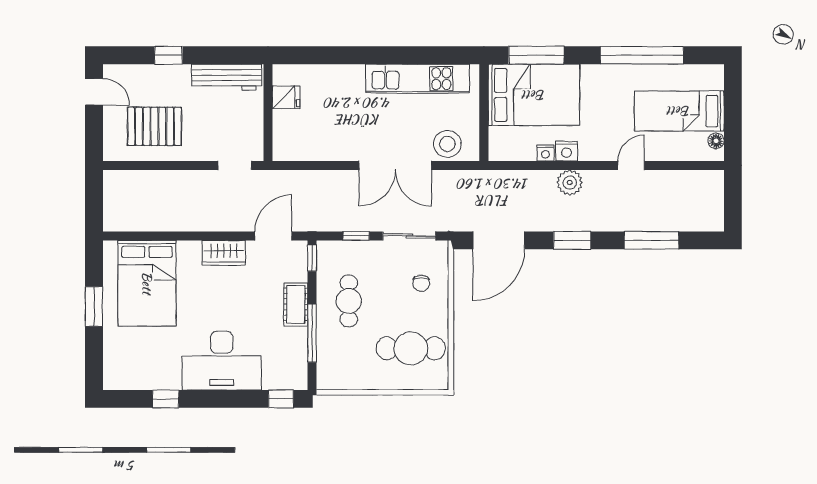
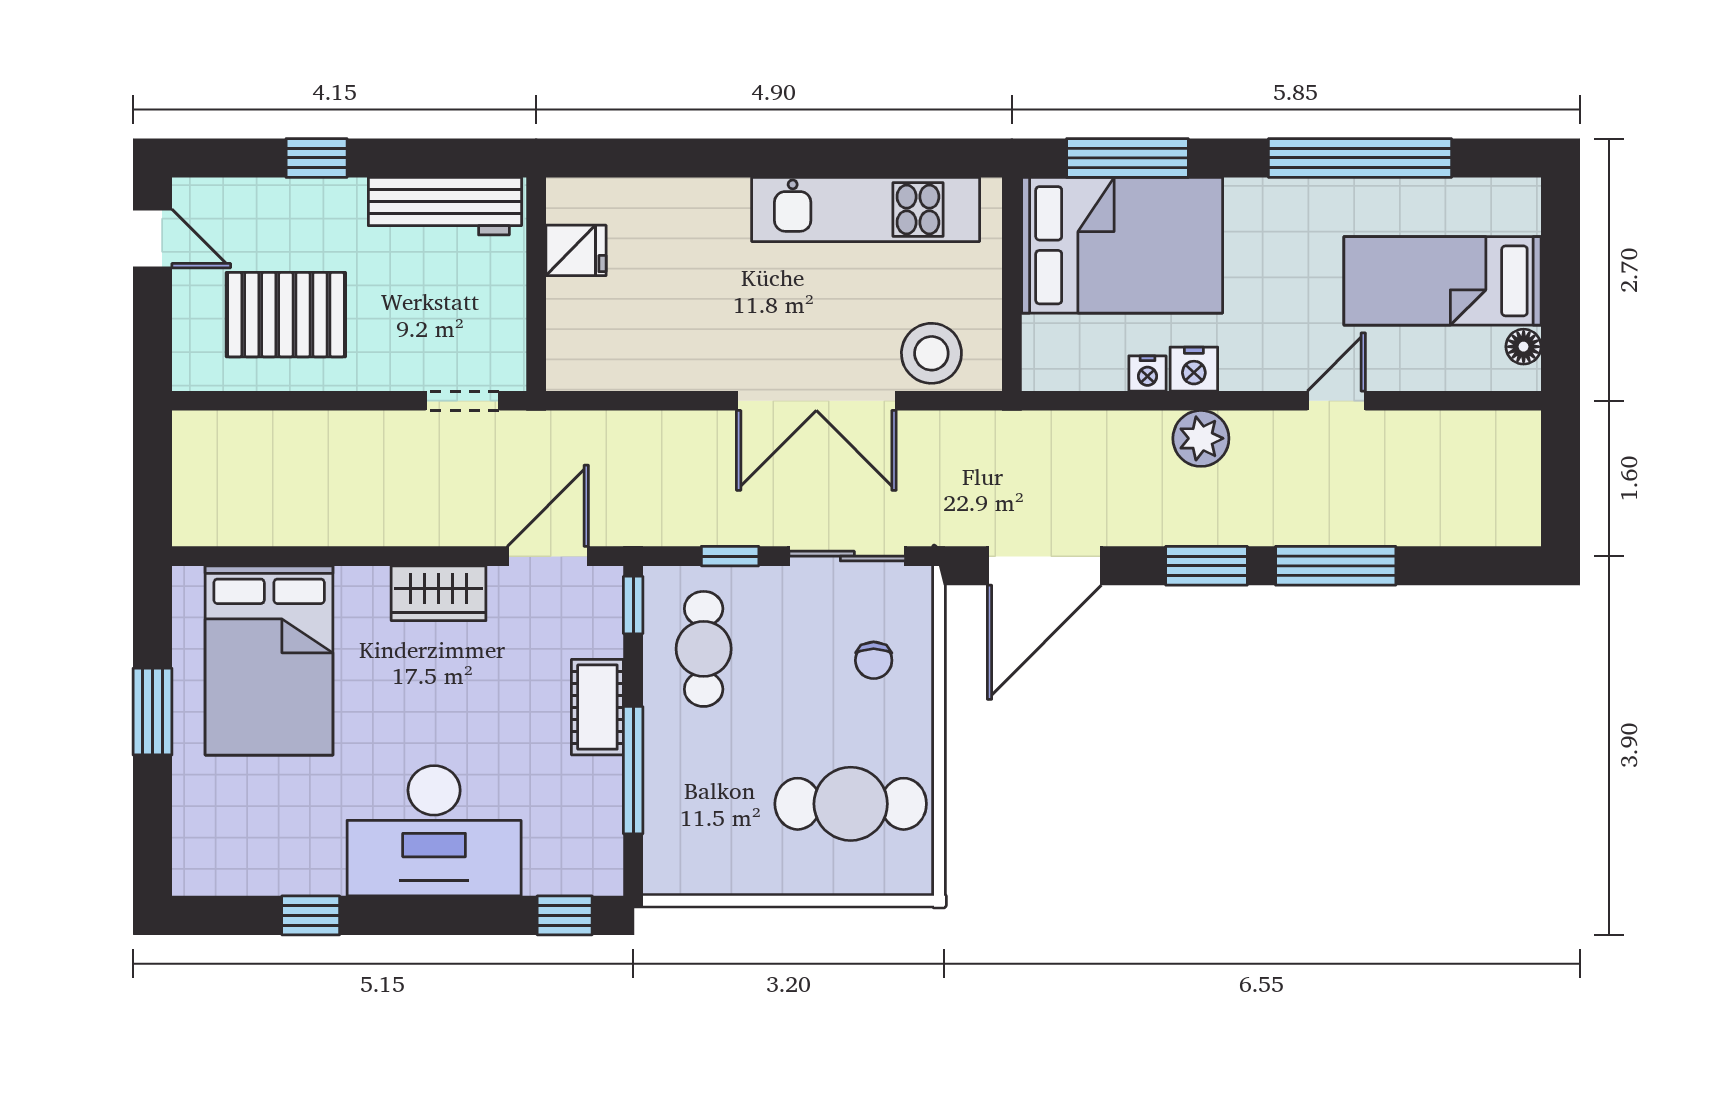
window: (651, 240) -> (1336, 566), moved
cafe table: (349, 301) -> (704, 649), moved

